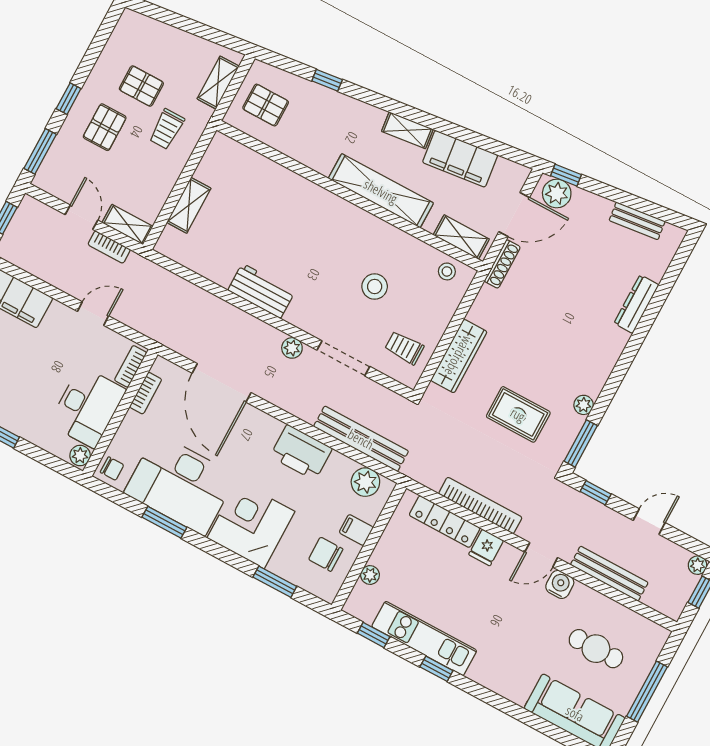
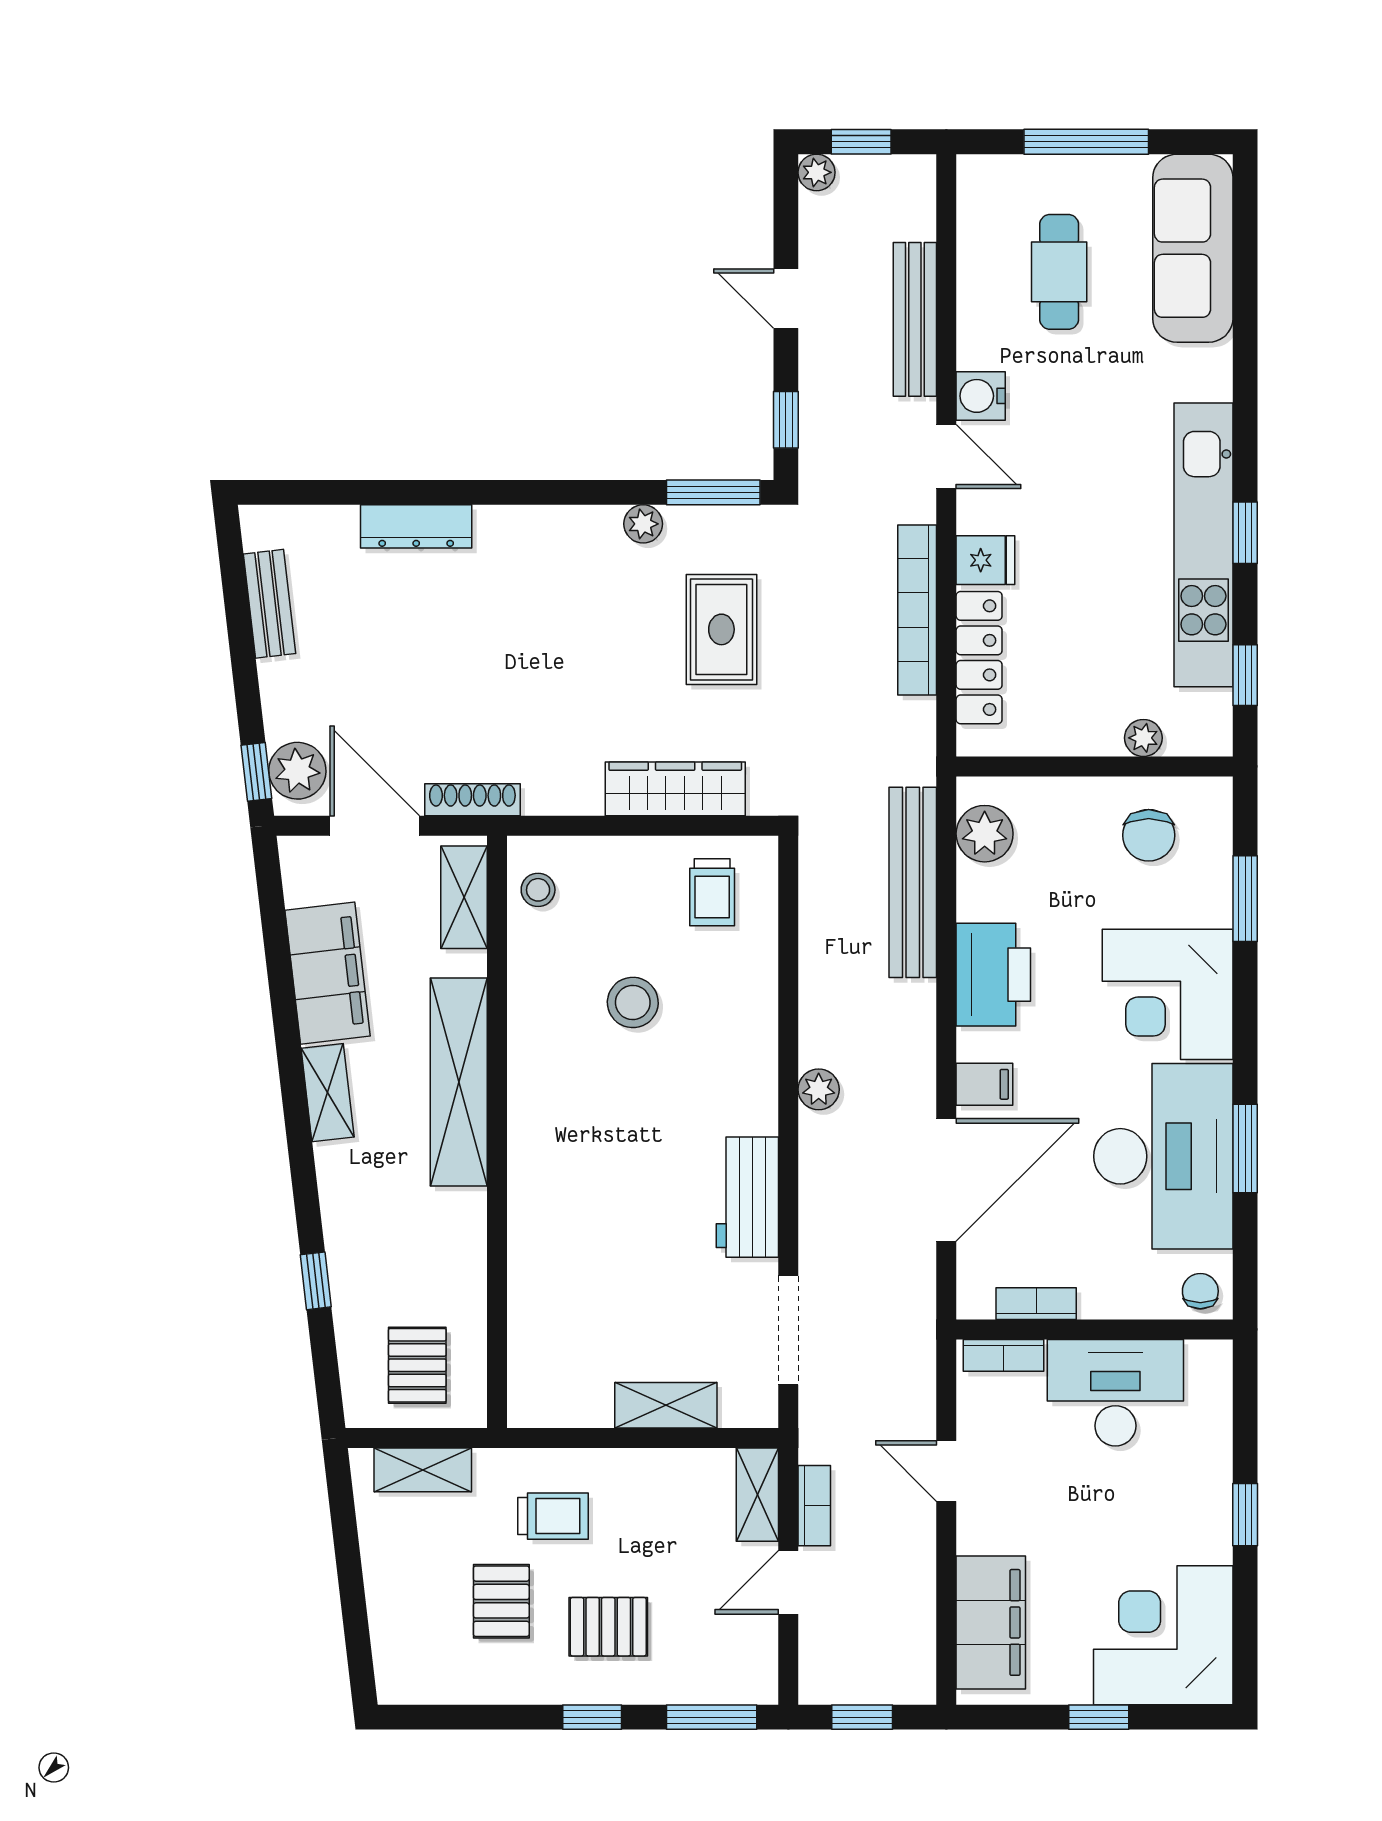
doorway: (343, 358) -> (788, 1330), moved
plant: (80, 455) -> (1208, 1360), removed
filing cabinet: (356, 530) -> (984, 1084), moved, turned -90
kitchen unit: (424, 638) -> (1203, 545), width x1.36

